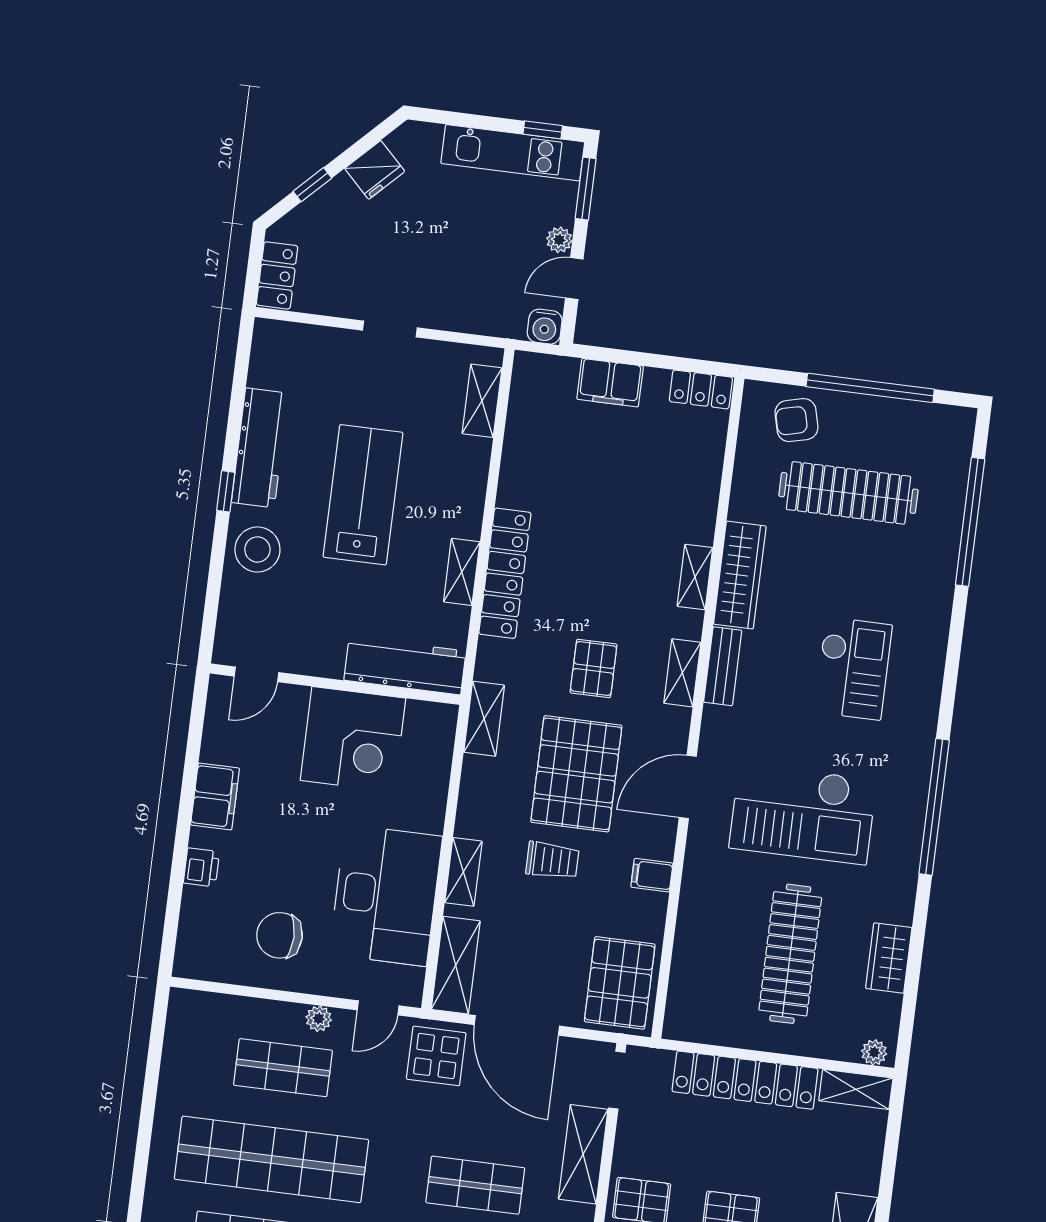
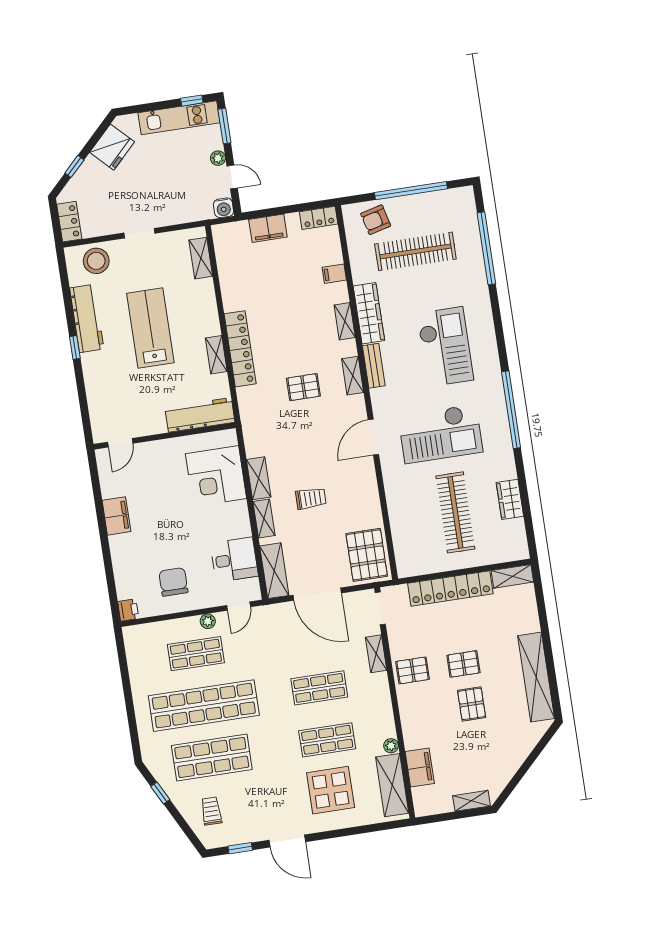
fridge: (375, 170) -> (112, 147), width x1.36, depth x1.34
door: (574, 278) -> (232, 177), swing flipped
stool: (257, 550) -> (96, 261), moved
pallet: (594, 668) -> (303, 387), turned 90
checkout: (853, 668) -> (445, 347), width x1.36, depth x1.21
shelving: (484, 719) -> (259, 478), moved
corner desk: (353, 739) -> (216, 476), moved, turned 90
pallet: (576, 774) -> (310, 447), removed
printer: (201, 867) -> (128, 610), moved
filing cabinet: (652, 875) -> (334, 274), moved
desk: (386, 895) -> (234, 560), width x0.53, depth x0.77
chair: (280, 935) -> (173, 582), turned 90
plant: (874, 1052) -> (517, 553), removed
display table: (436, 1056) -> (278, 623), removed
shelving: (583, 1154) -> (376, 654), width x0.67, depth x0.75

